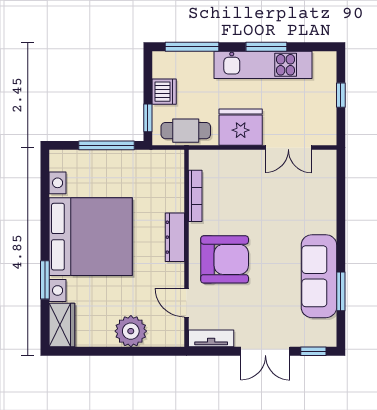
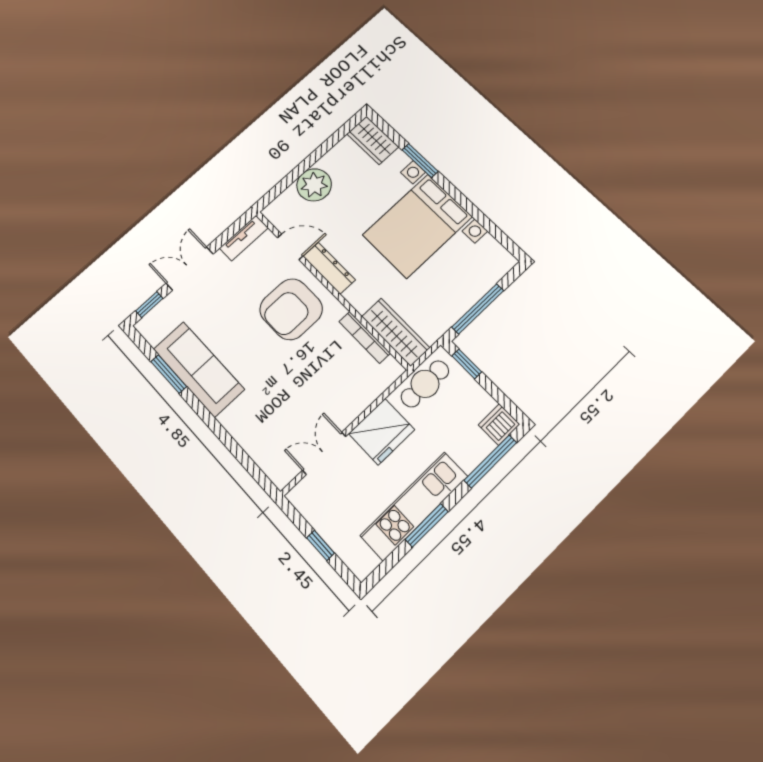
dishwasher: (164, 92) -> (499, 425), moved, turned 90
wardrobe: (172, 180) -> (396, 332), added
bed with nightstands: (91, 237) -> (417, 226), width x0.73
dresser: (175, 237) -> (329, 268), moved

